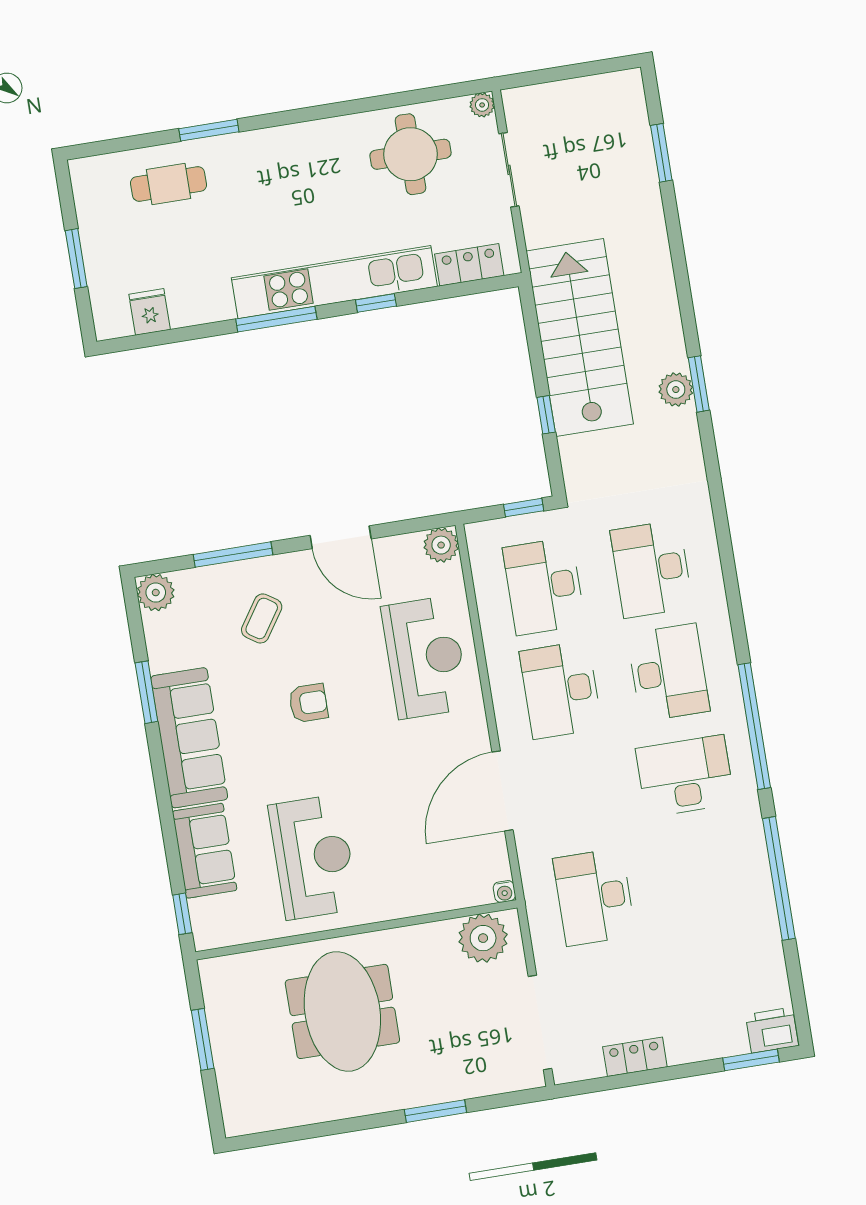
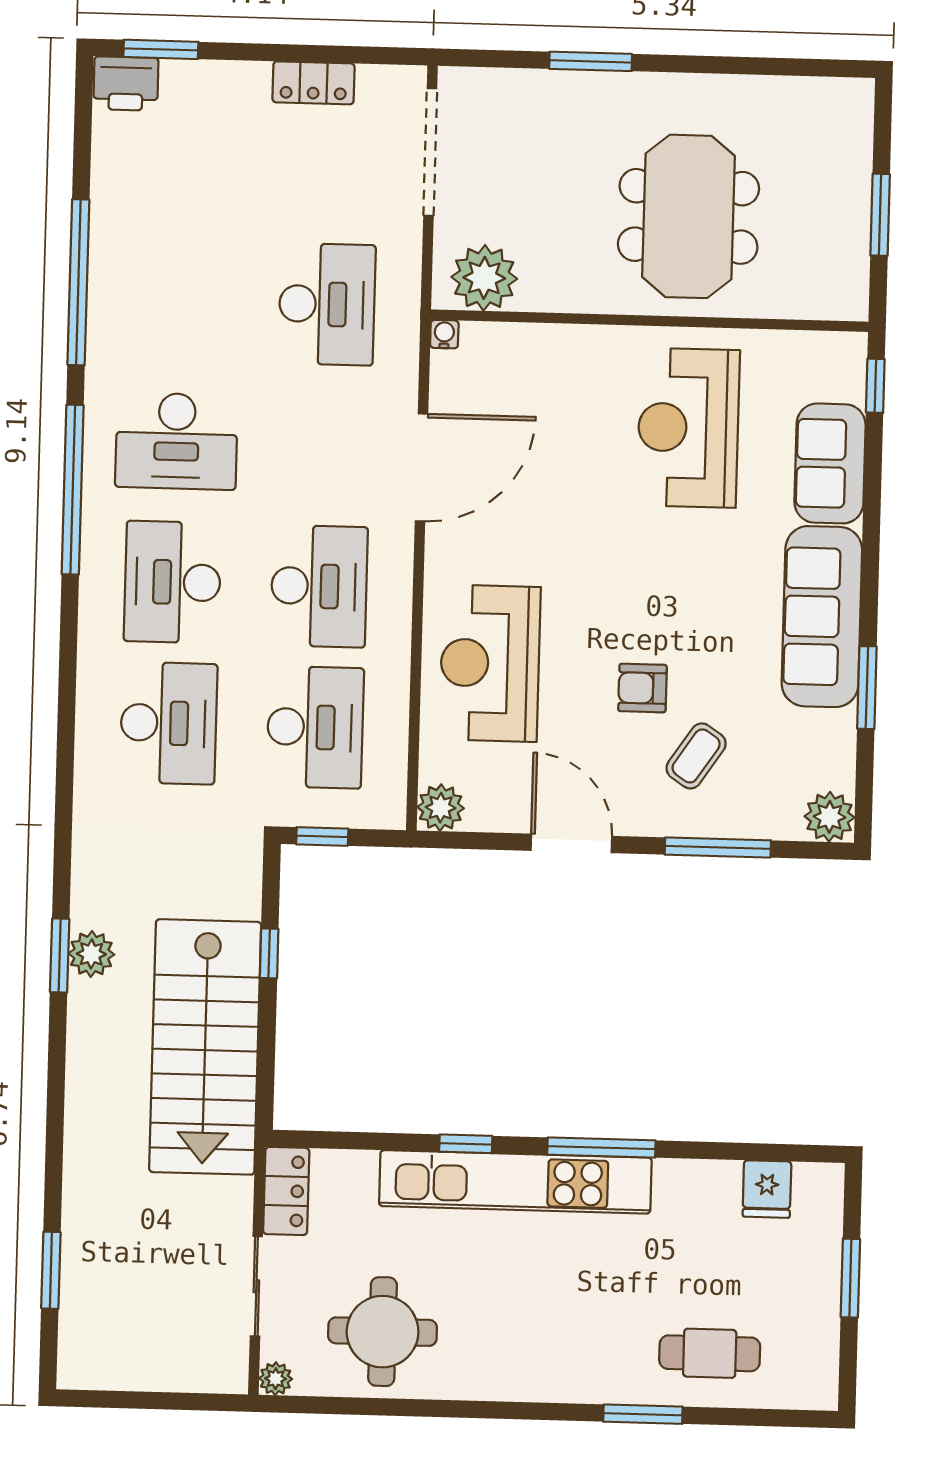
locker: (469, 265) -> (286, 1191), moved, turned -90
armchair: (308, 703) -> (643, 688), moved

